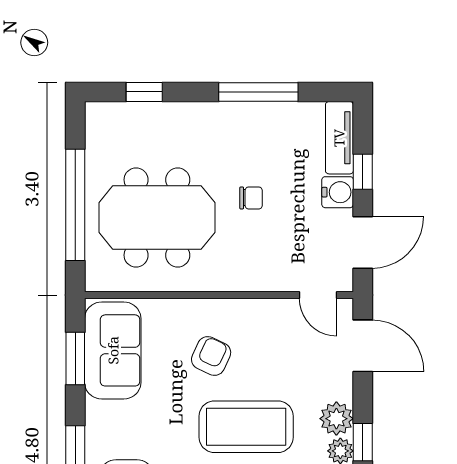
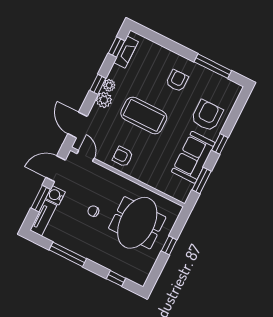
window: (363, 172) -> (41, 199), width x1.50
window: (75, 205) -> (169, 245), width x0.32
meeting table: (157, 217) -> (137, 223), turned 90
sofa: (113, 350) -> (193, 157), moved
armchair: (211, 356) -> (123, 157), moved, turned 65

